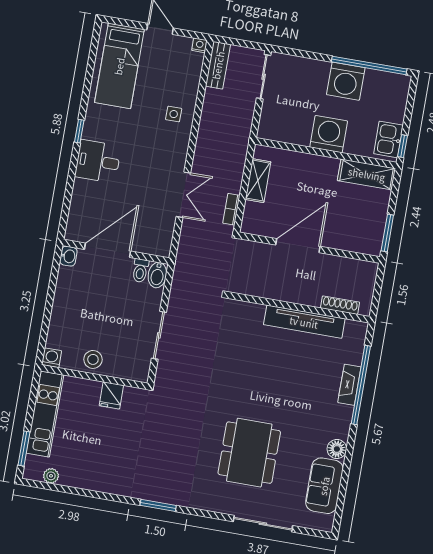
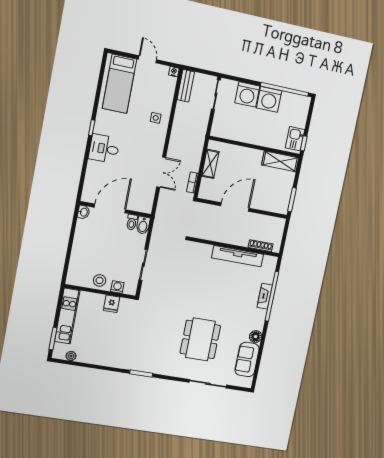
washing machine: (329, 134) -> (247, 94), moved, turned 180
washing machine: (52, 358) -> (117, 287), moved

